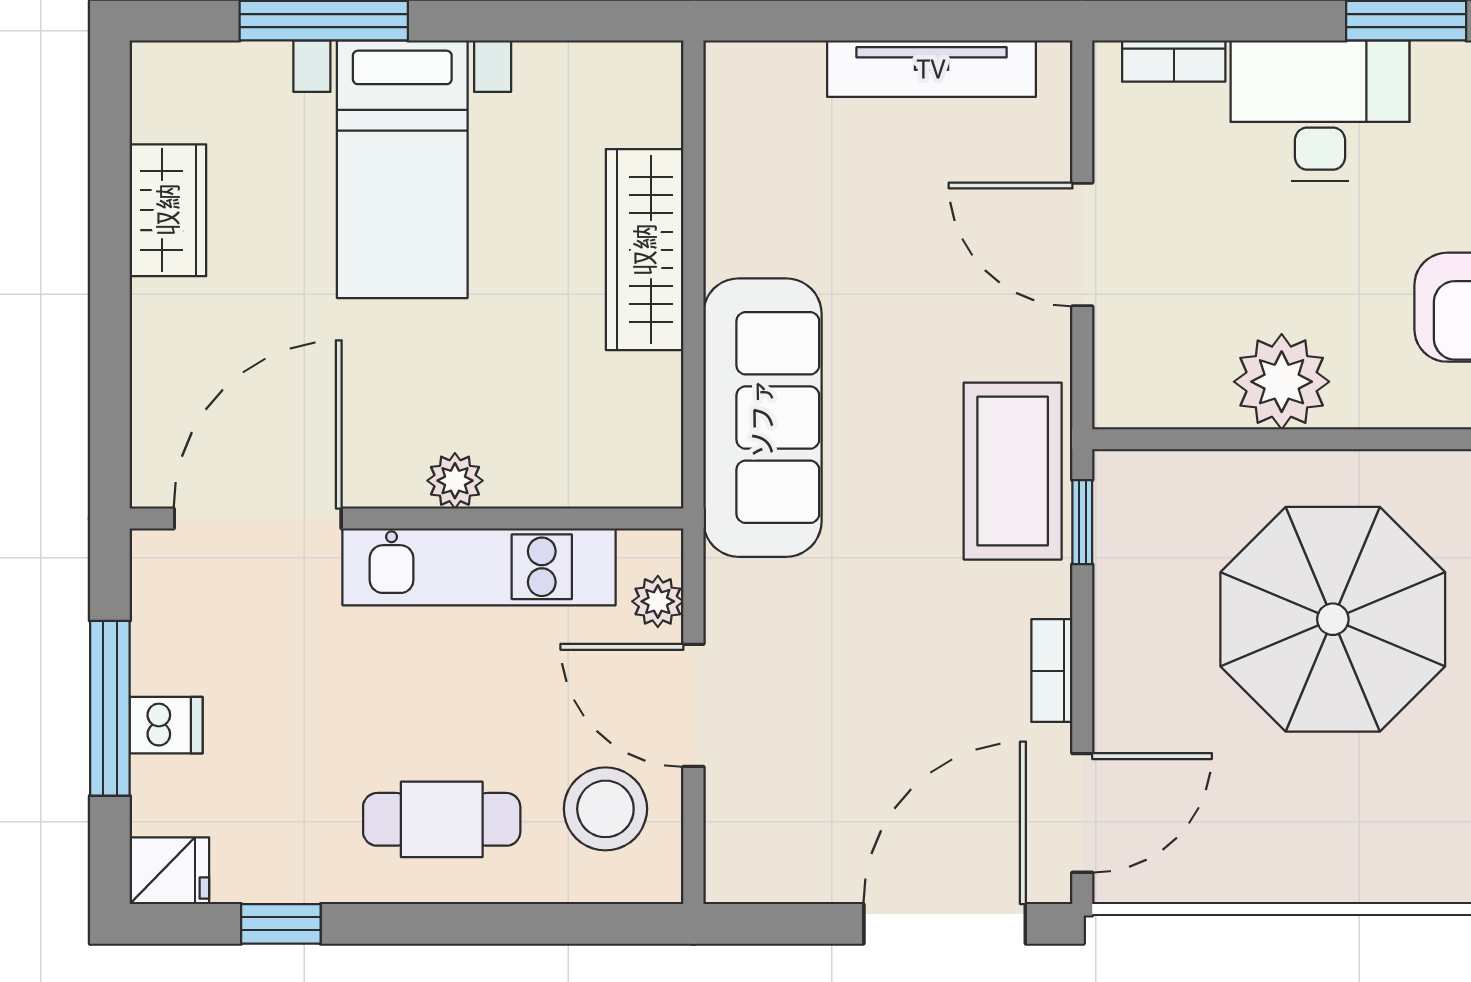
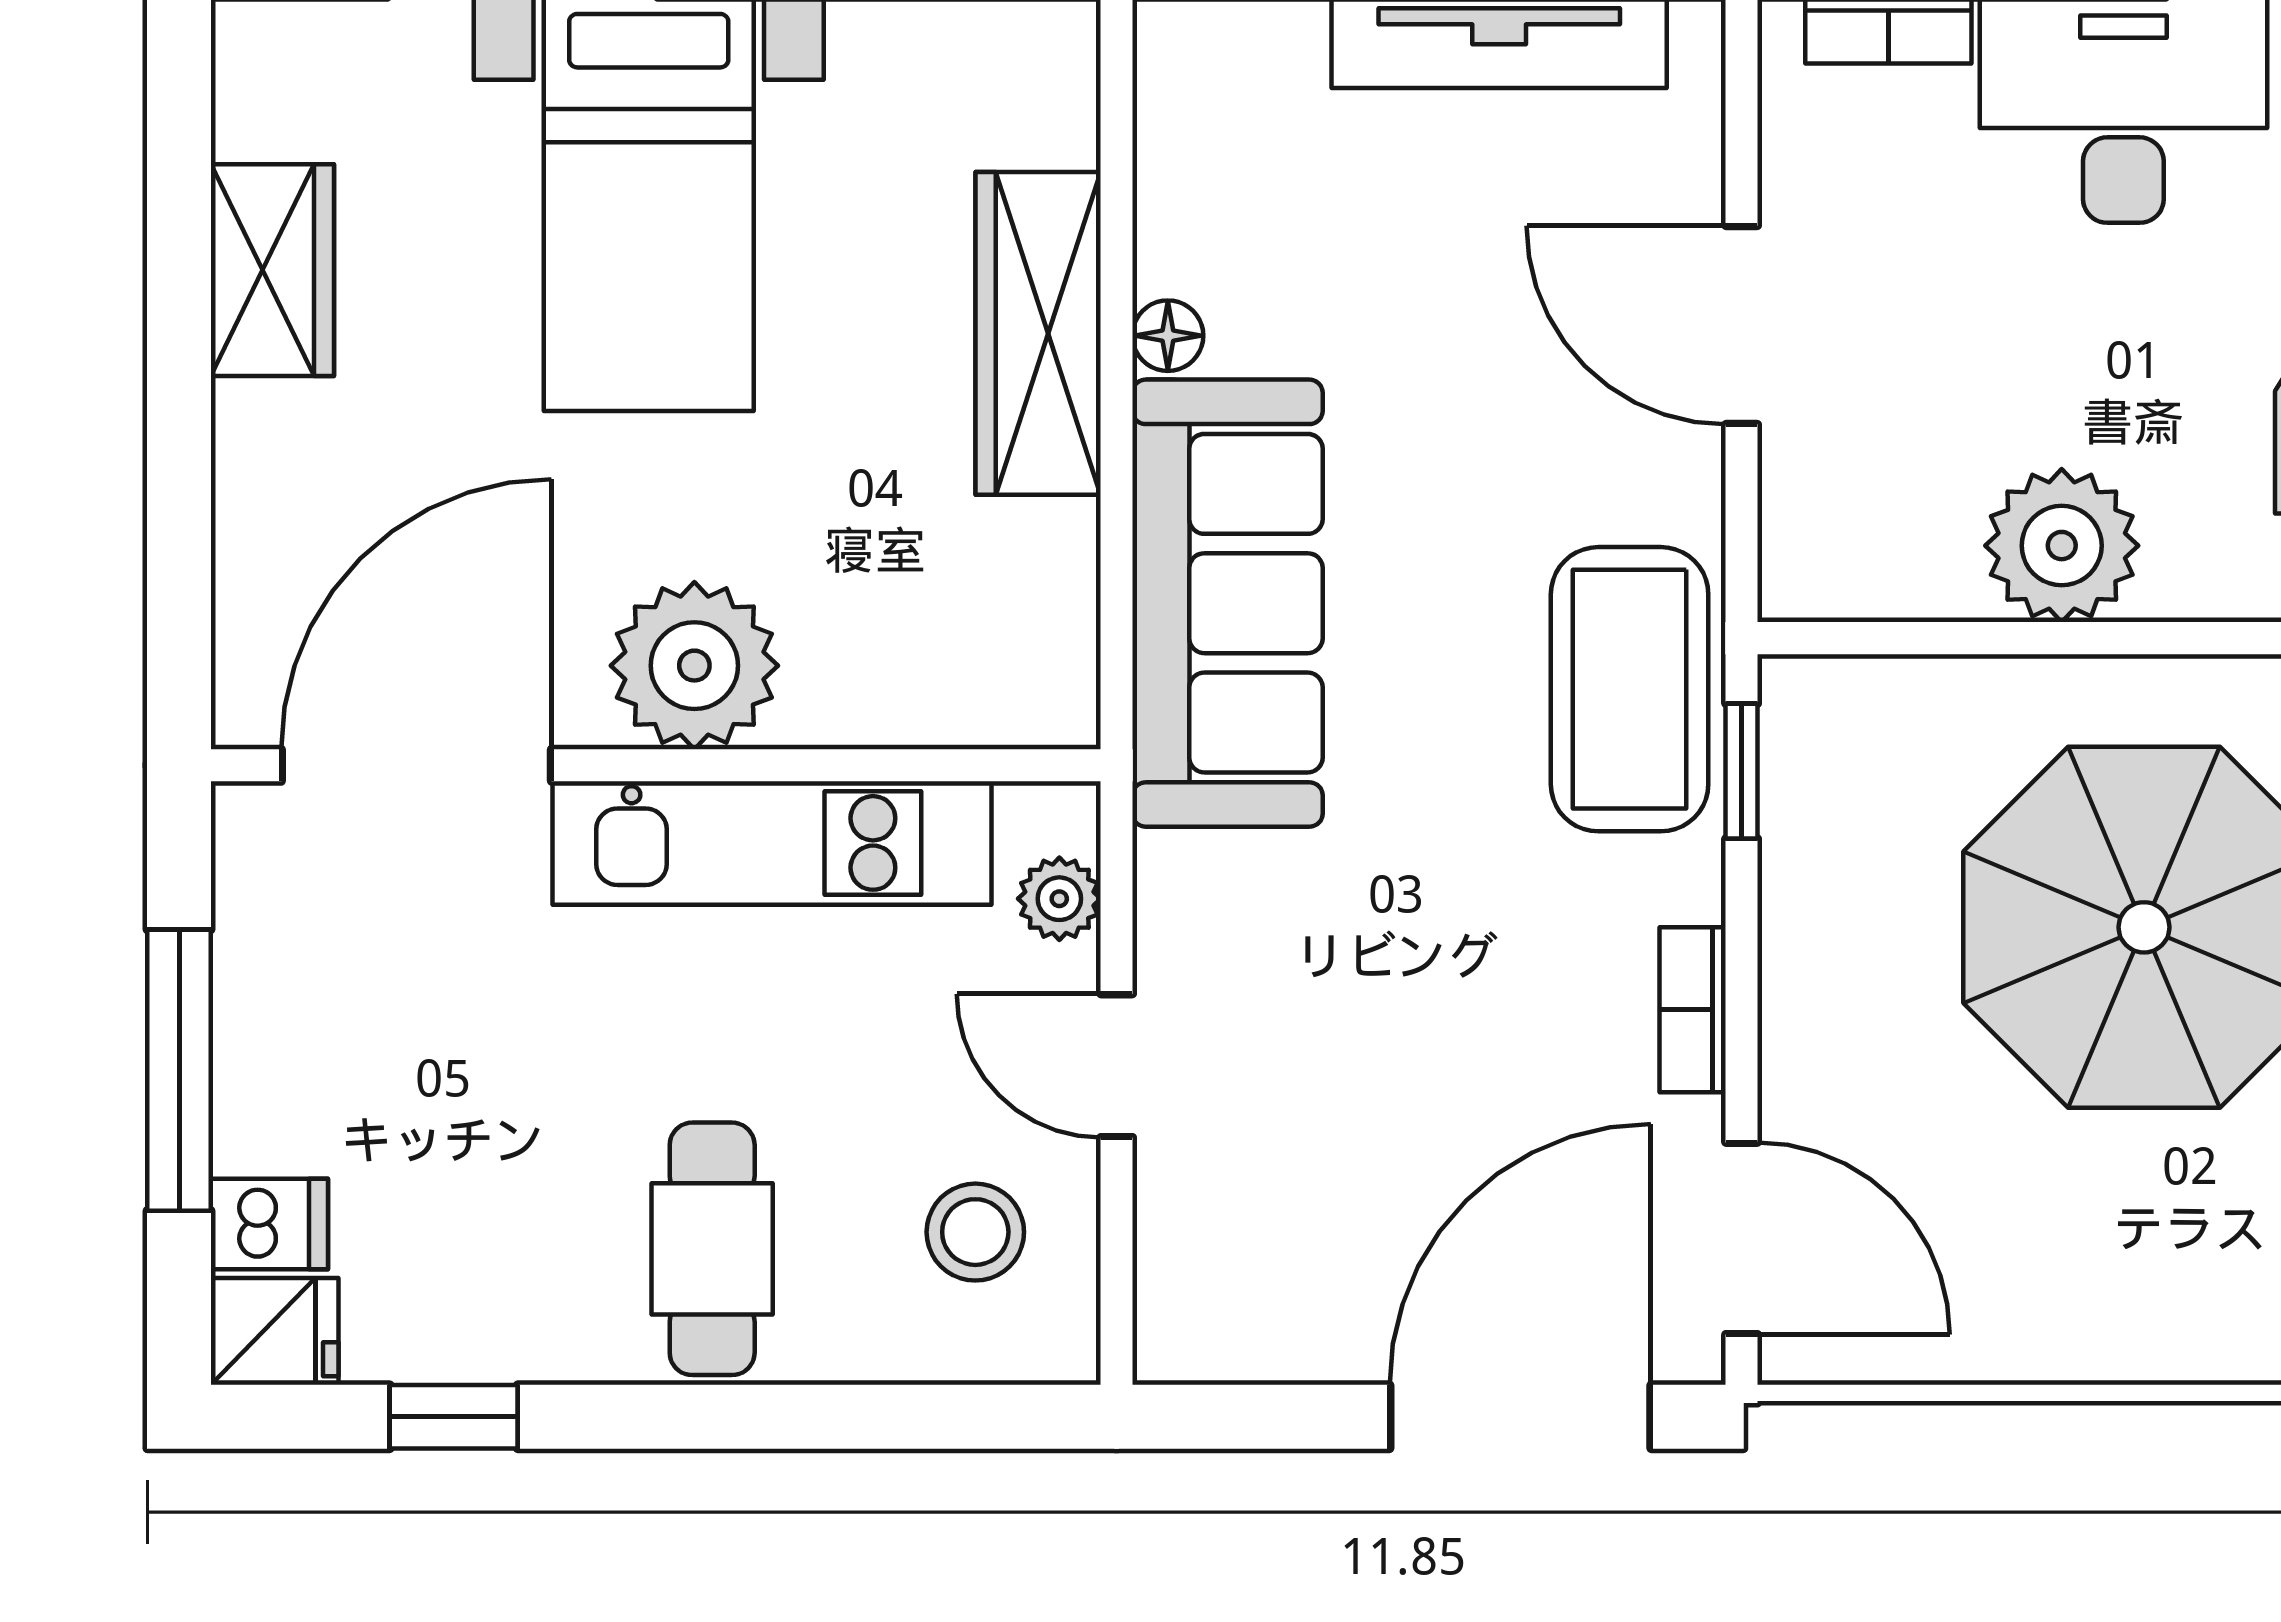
floor lamp: (725, 251) -> (1168, 336), added
plant: (455, 481) -> (694, 666), width x1.88, depth x1.88
door: (693, 705) -> (1117, 1066), width x0.73
dishwasher: (166, 725) -> (269, 1224), moved
stool: (605, 809) -> (975, 1232), width x0.73, depth x0.73
door: (1082, 813) -> (1742, 1238), hinge flipped
cafe table: (442, 819) -> (712, 1249), turned 90

